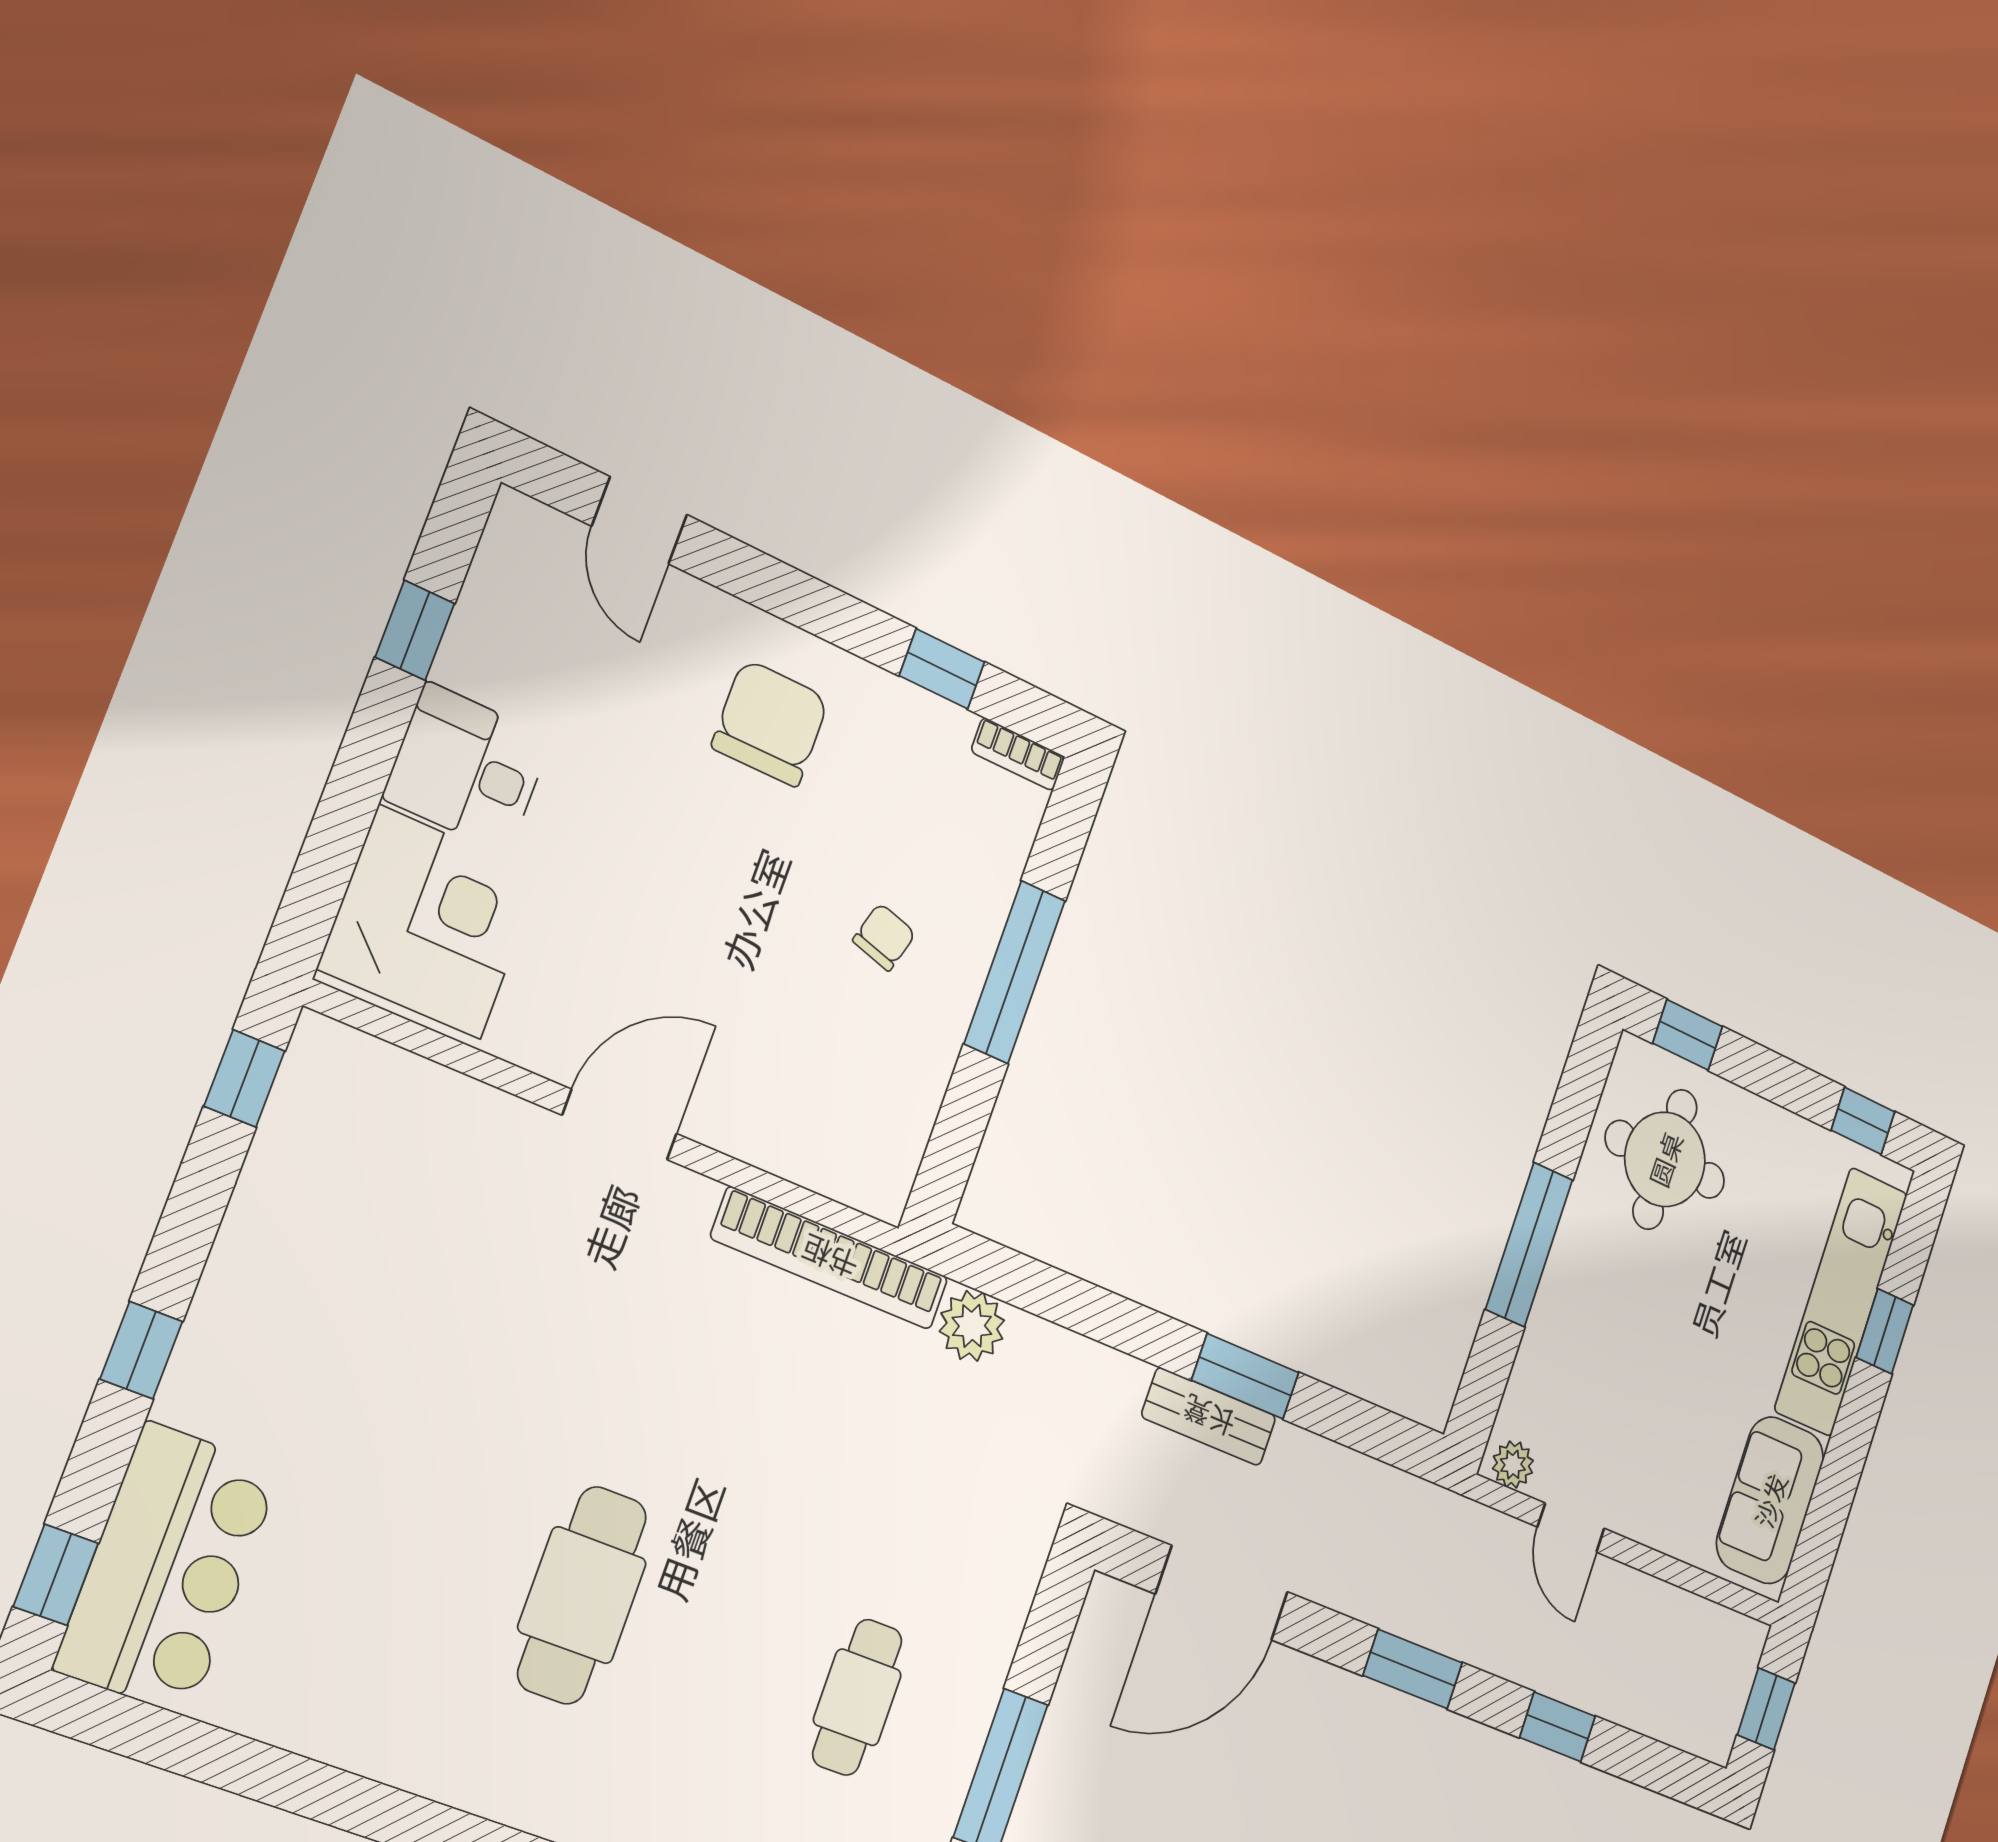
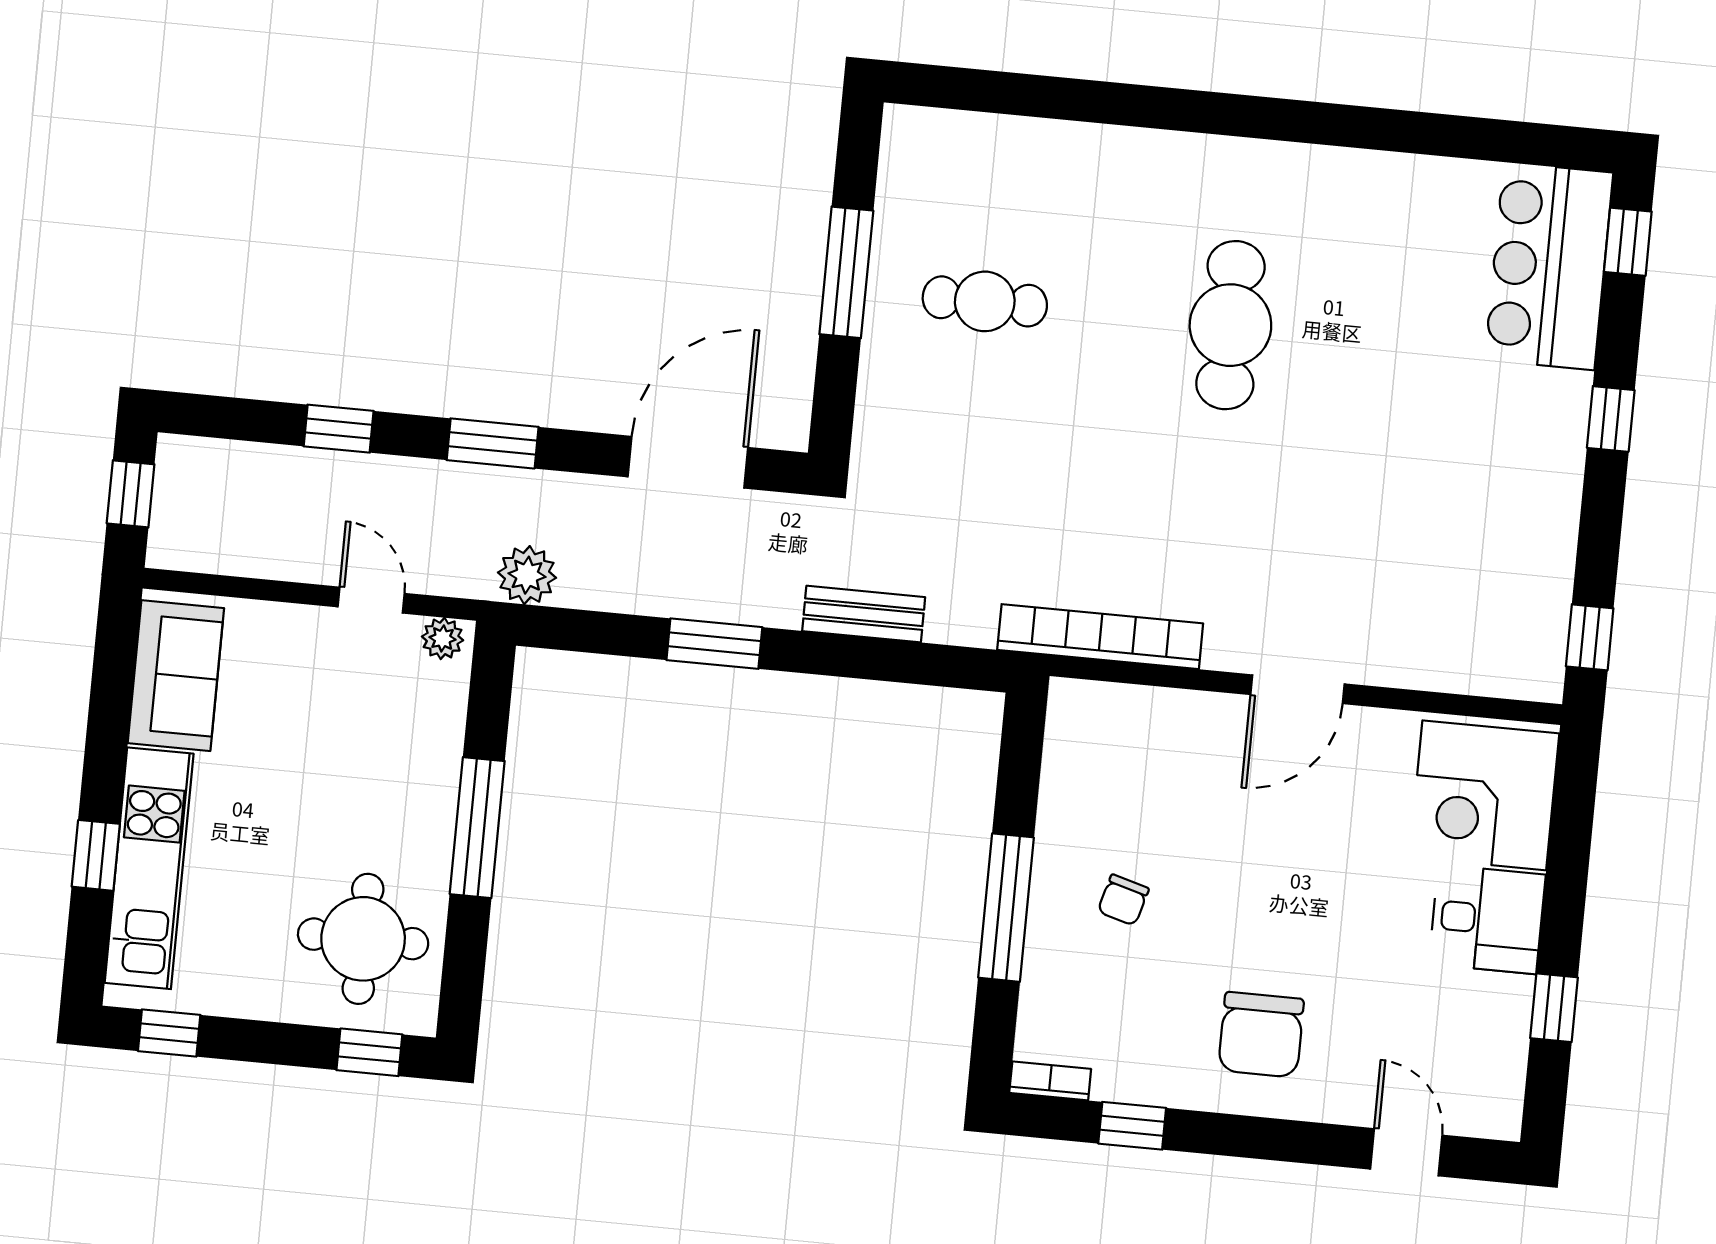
plant: (972, 1326) -> (527, 575), moved
bench: (1209, 1417) -> (864, 614), moved
cafe table: (857, 1697) -> (985, 301), turned 90

